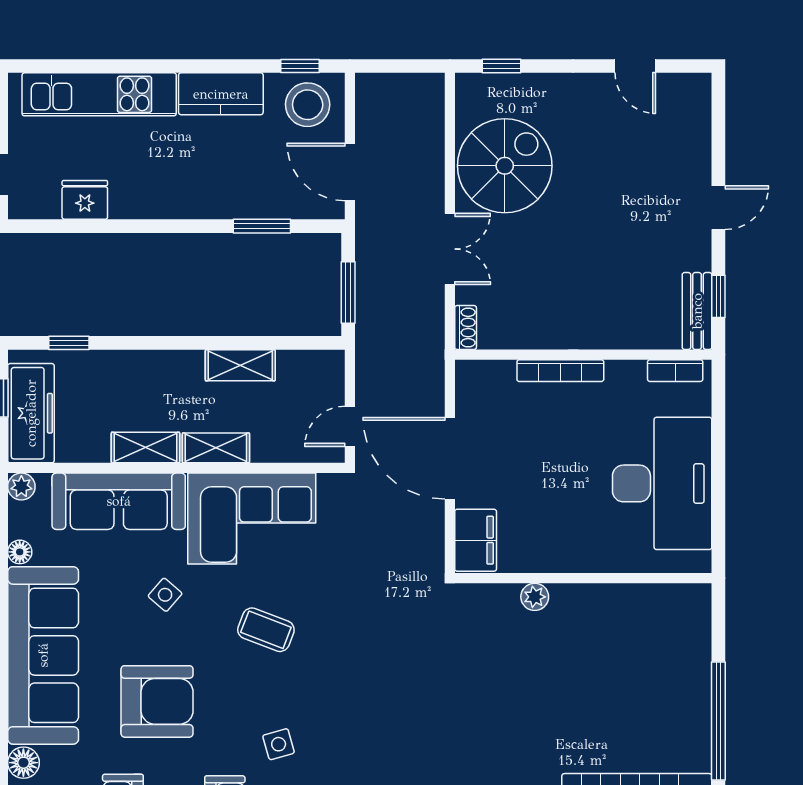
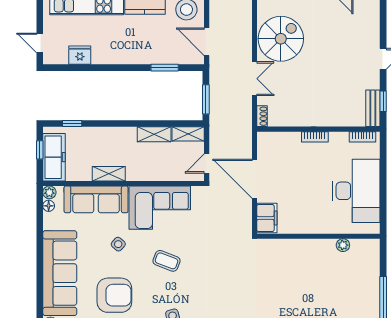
bookcase: (560, 371) -> (315, 137), width x0.64
shelving: (216, 448) -> (188, 134), moved
floor lamp: (20, 552) -> (49, 206), moved
plant: (535, 597) -> (343, 245), moved

